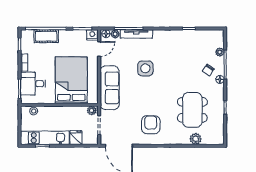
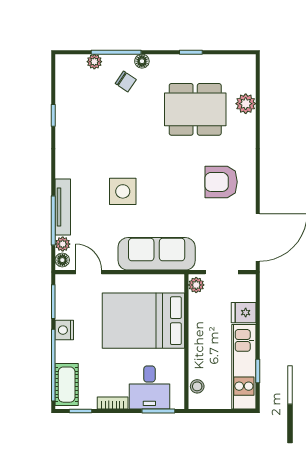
nightstand: (92, 35) -> (64, 330), moved
cot: (46, 36) -> (67, 385), moved

